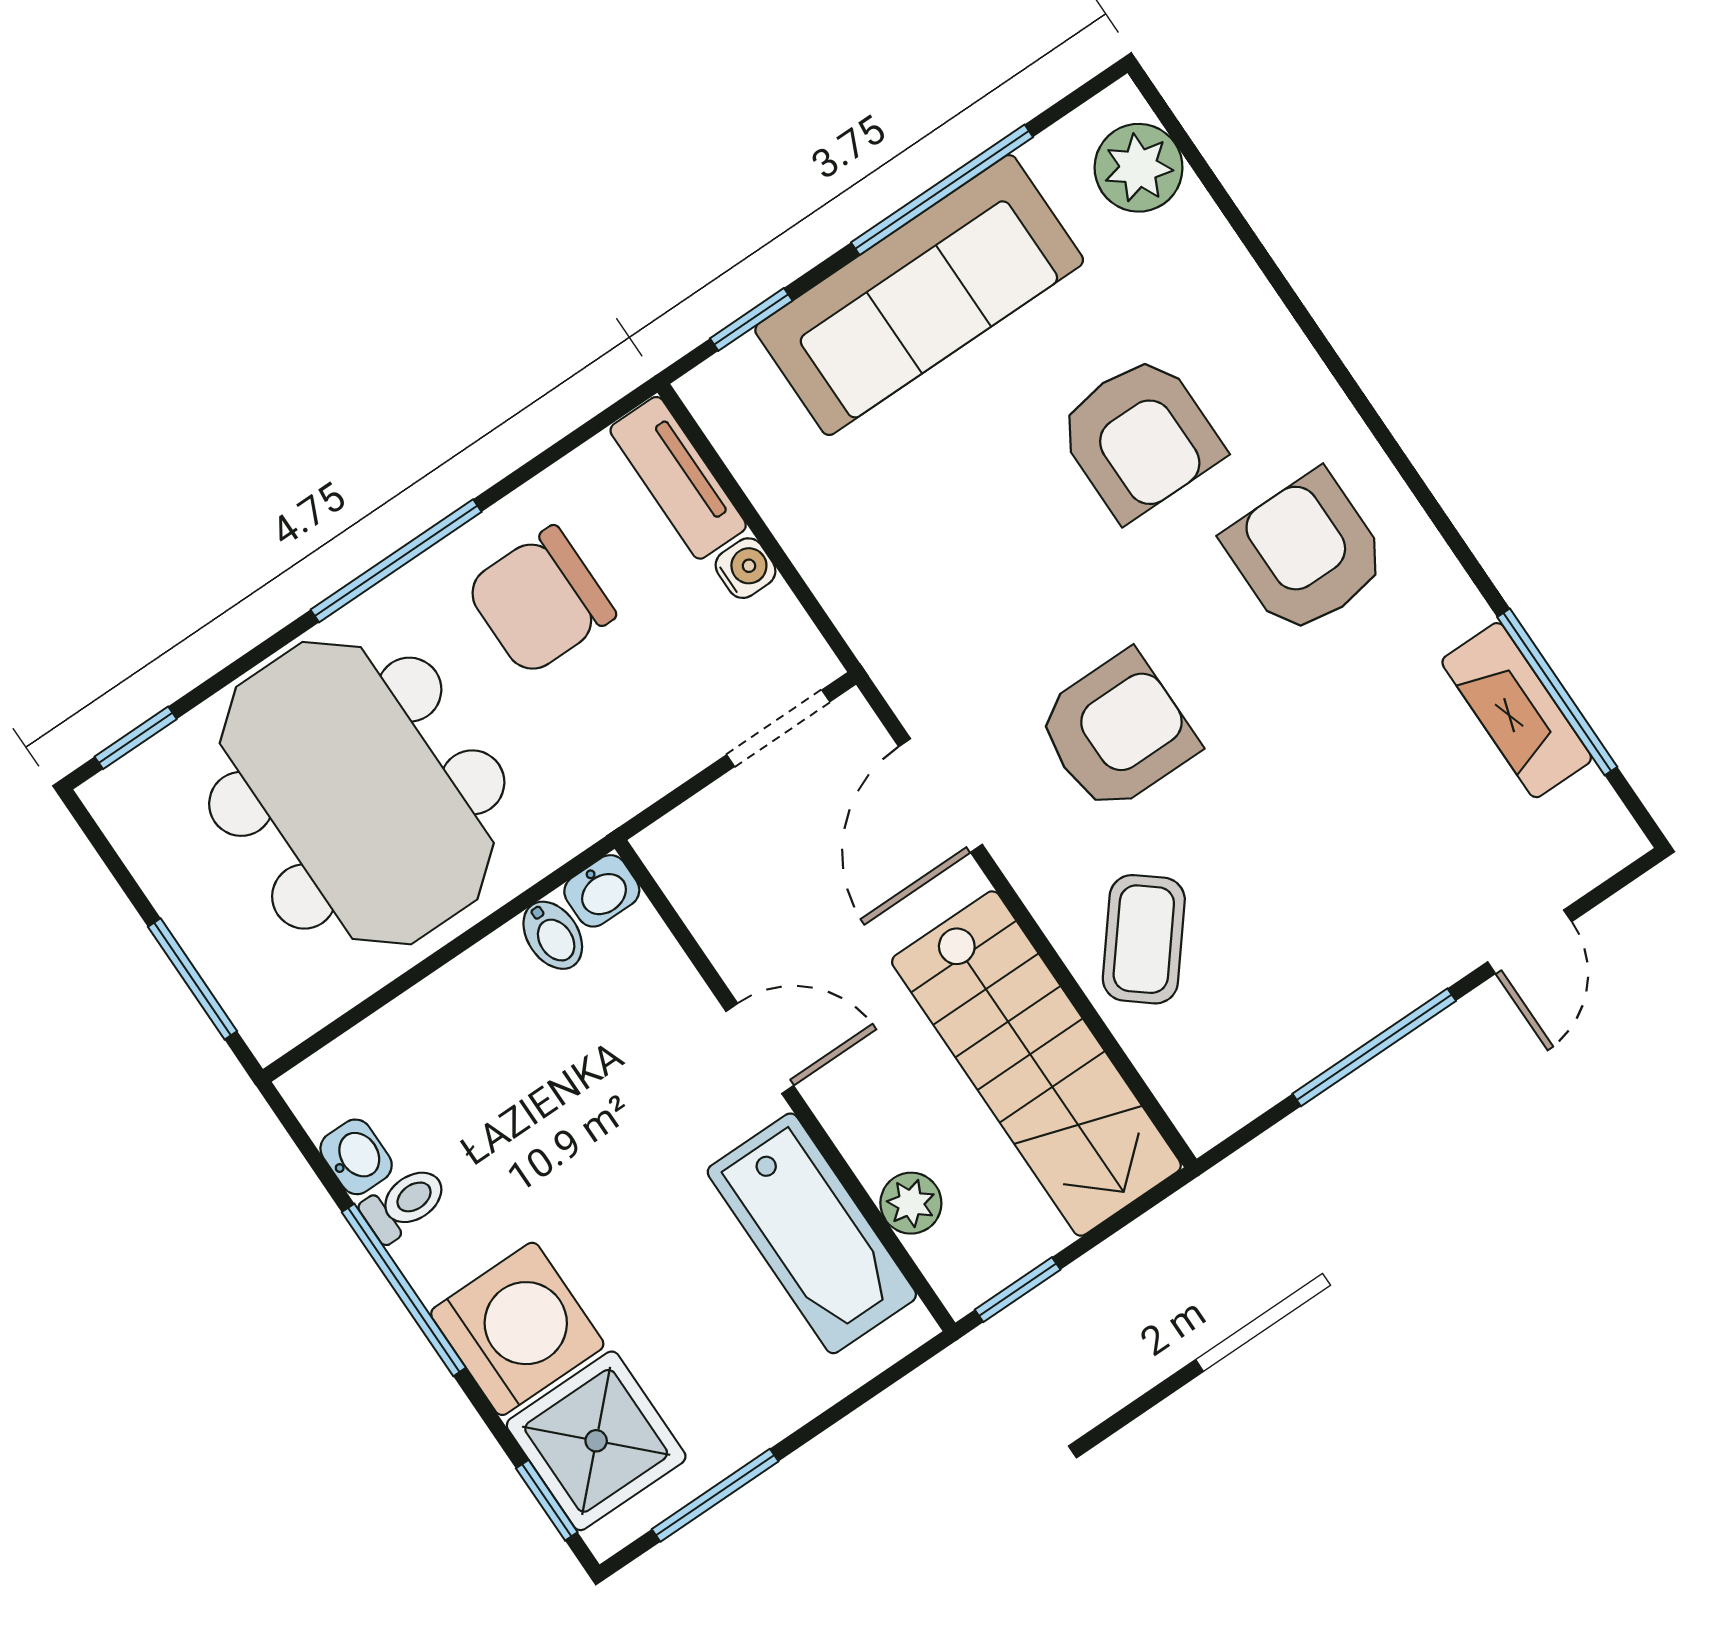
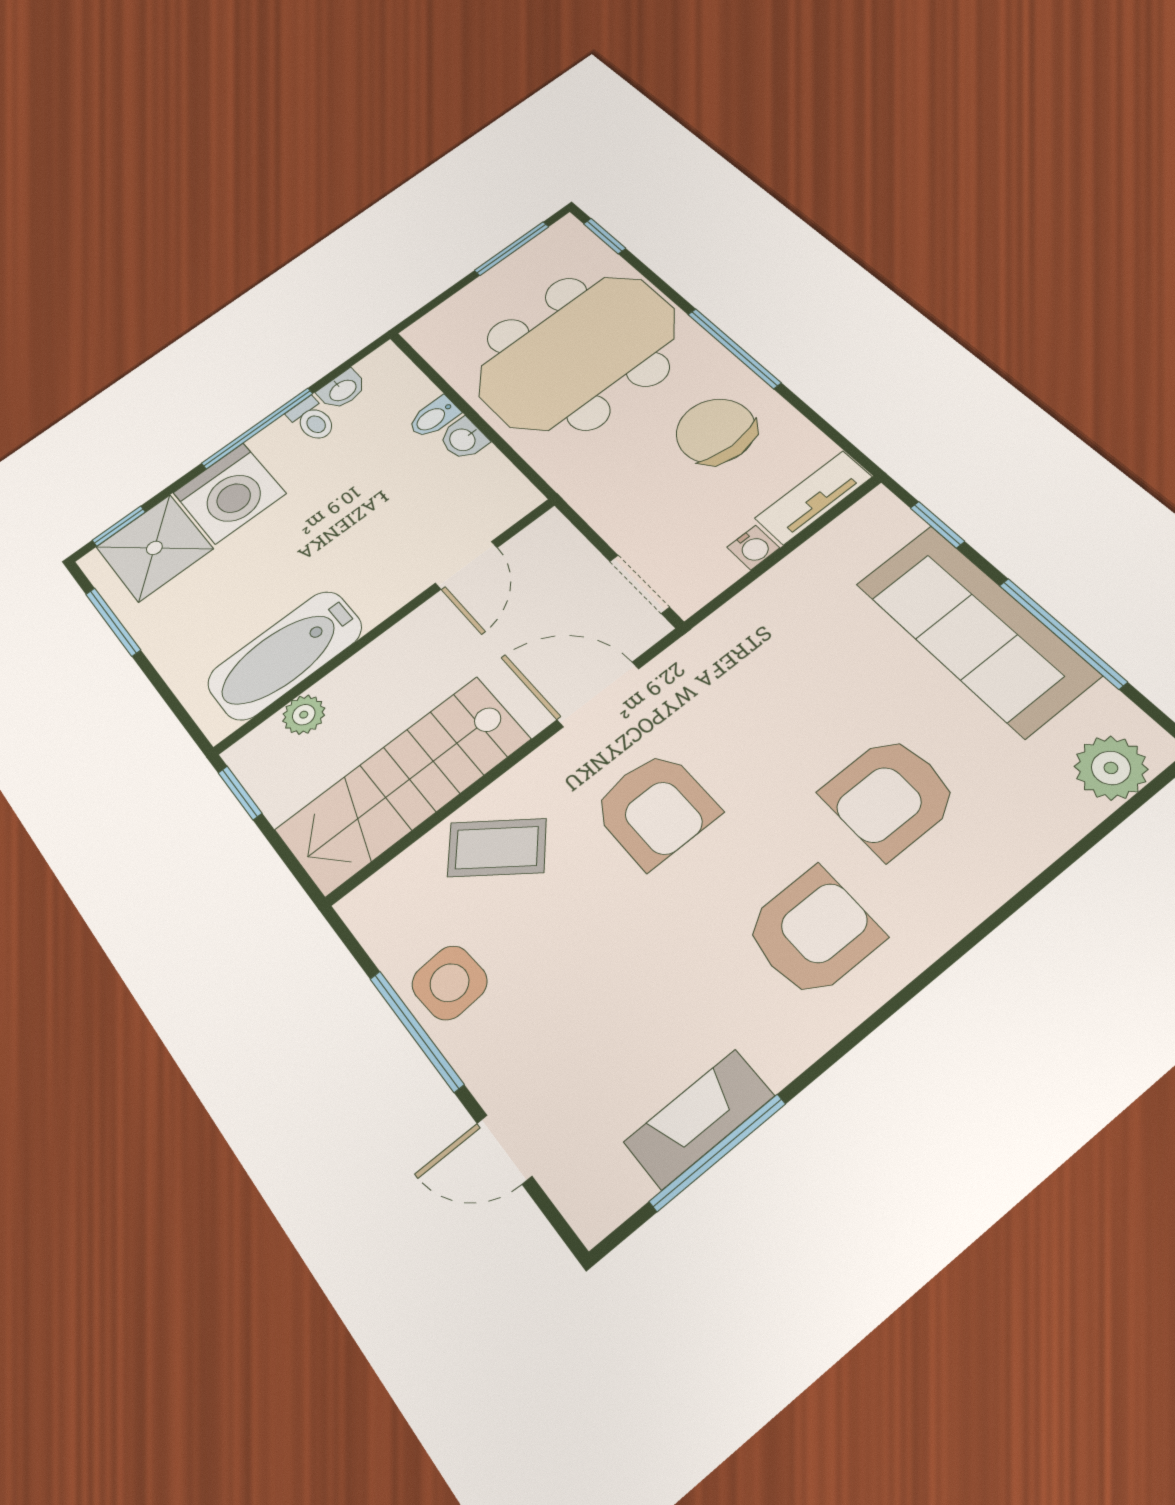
washbasin: (602, 891) -> (463, 439), moved
bidet: (553, 935) -> (434, 417), moved
window: (193, 979) -> (512, 249), moved
side table: (1318, 1004) -> (450, 983), added
door: (760, 1049) -> (466, 565), moved

